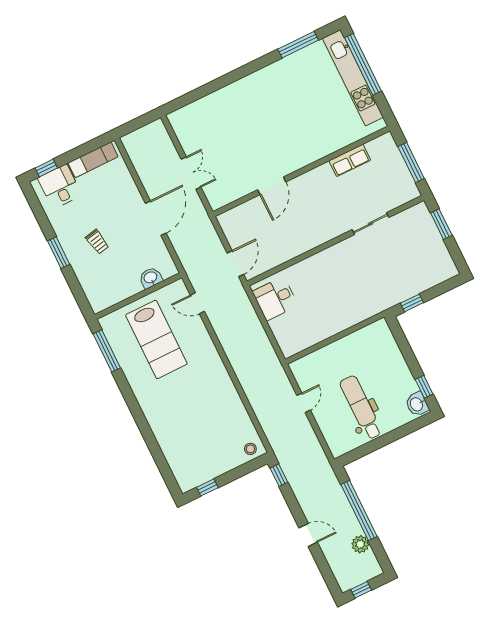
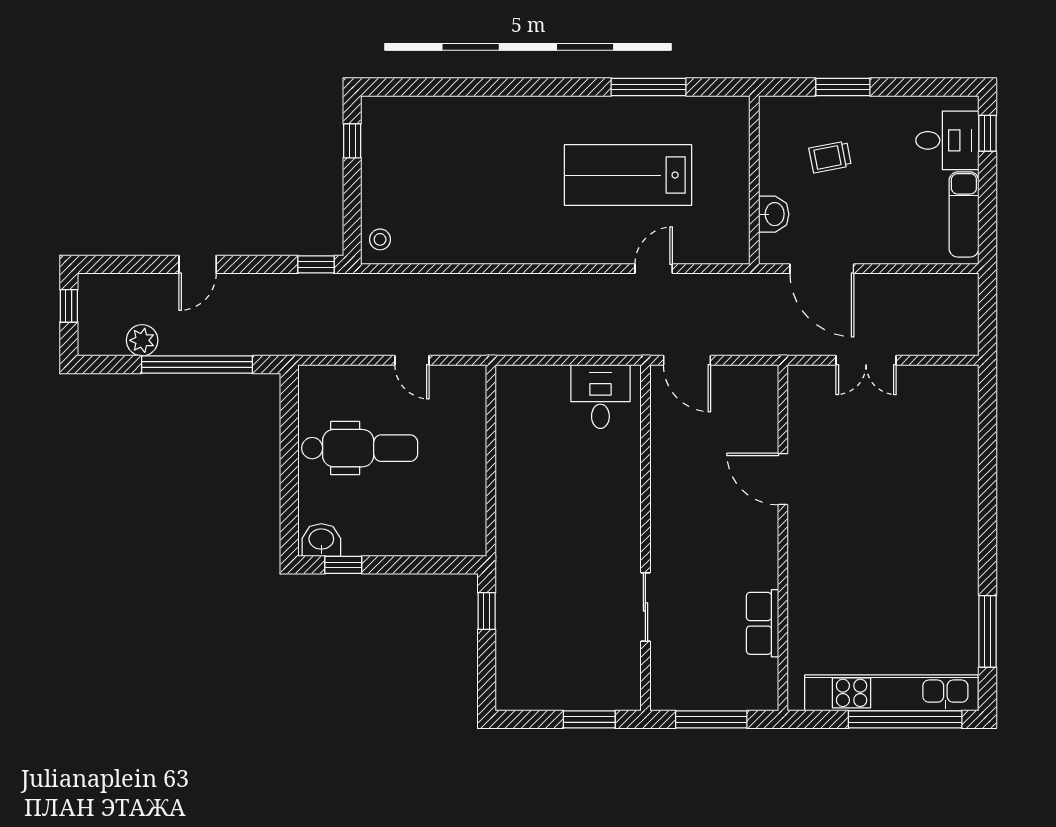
washbasin: (151, 278) -> (774, 214), moved
wall: (138, 296) -> (754, 180), moved

